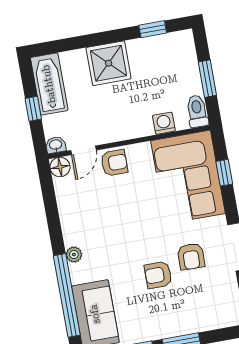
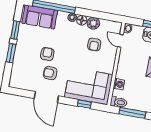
window: (207, 79) -> (132, 113), width x1.44
armchair: (114, 163) -> (94, 44), moved
floor lamp: (60, 167) -> (82, 20), moved
plant: (70, 212) -> (93, 23), added

